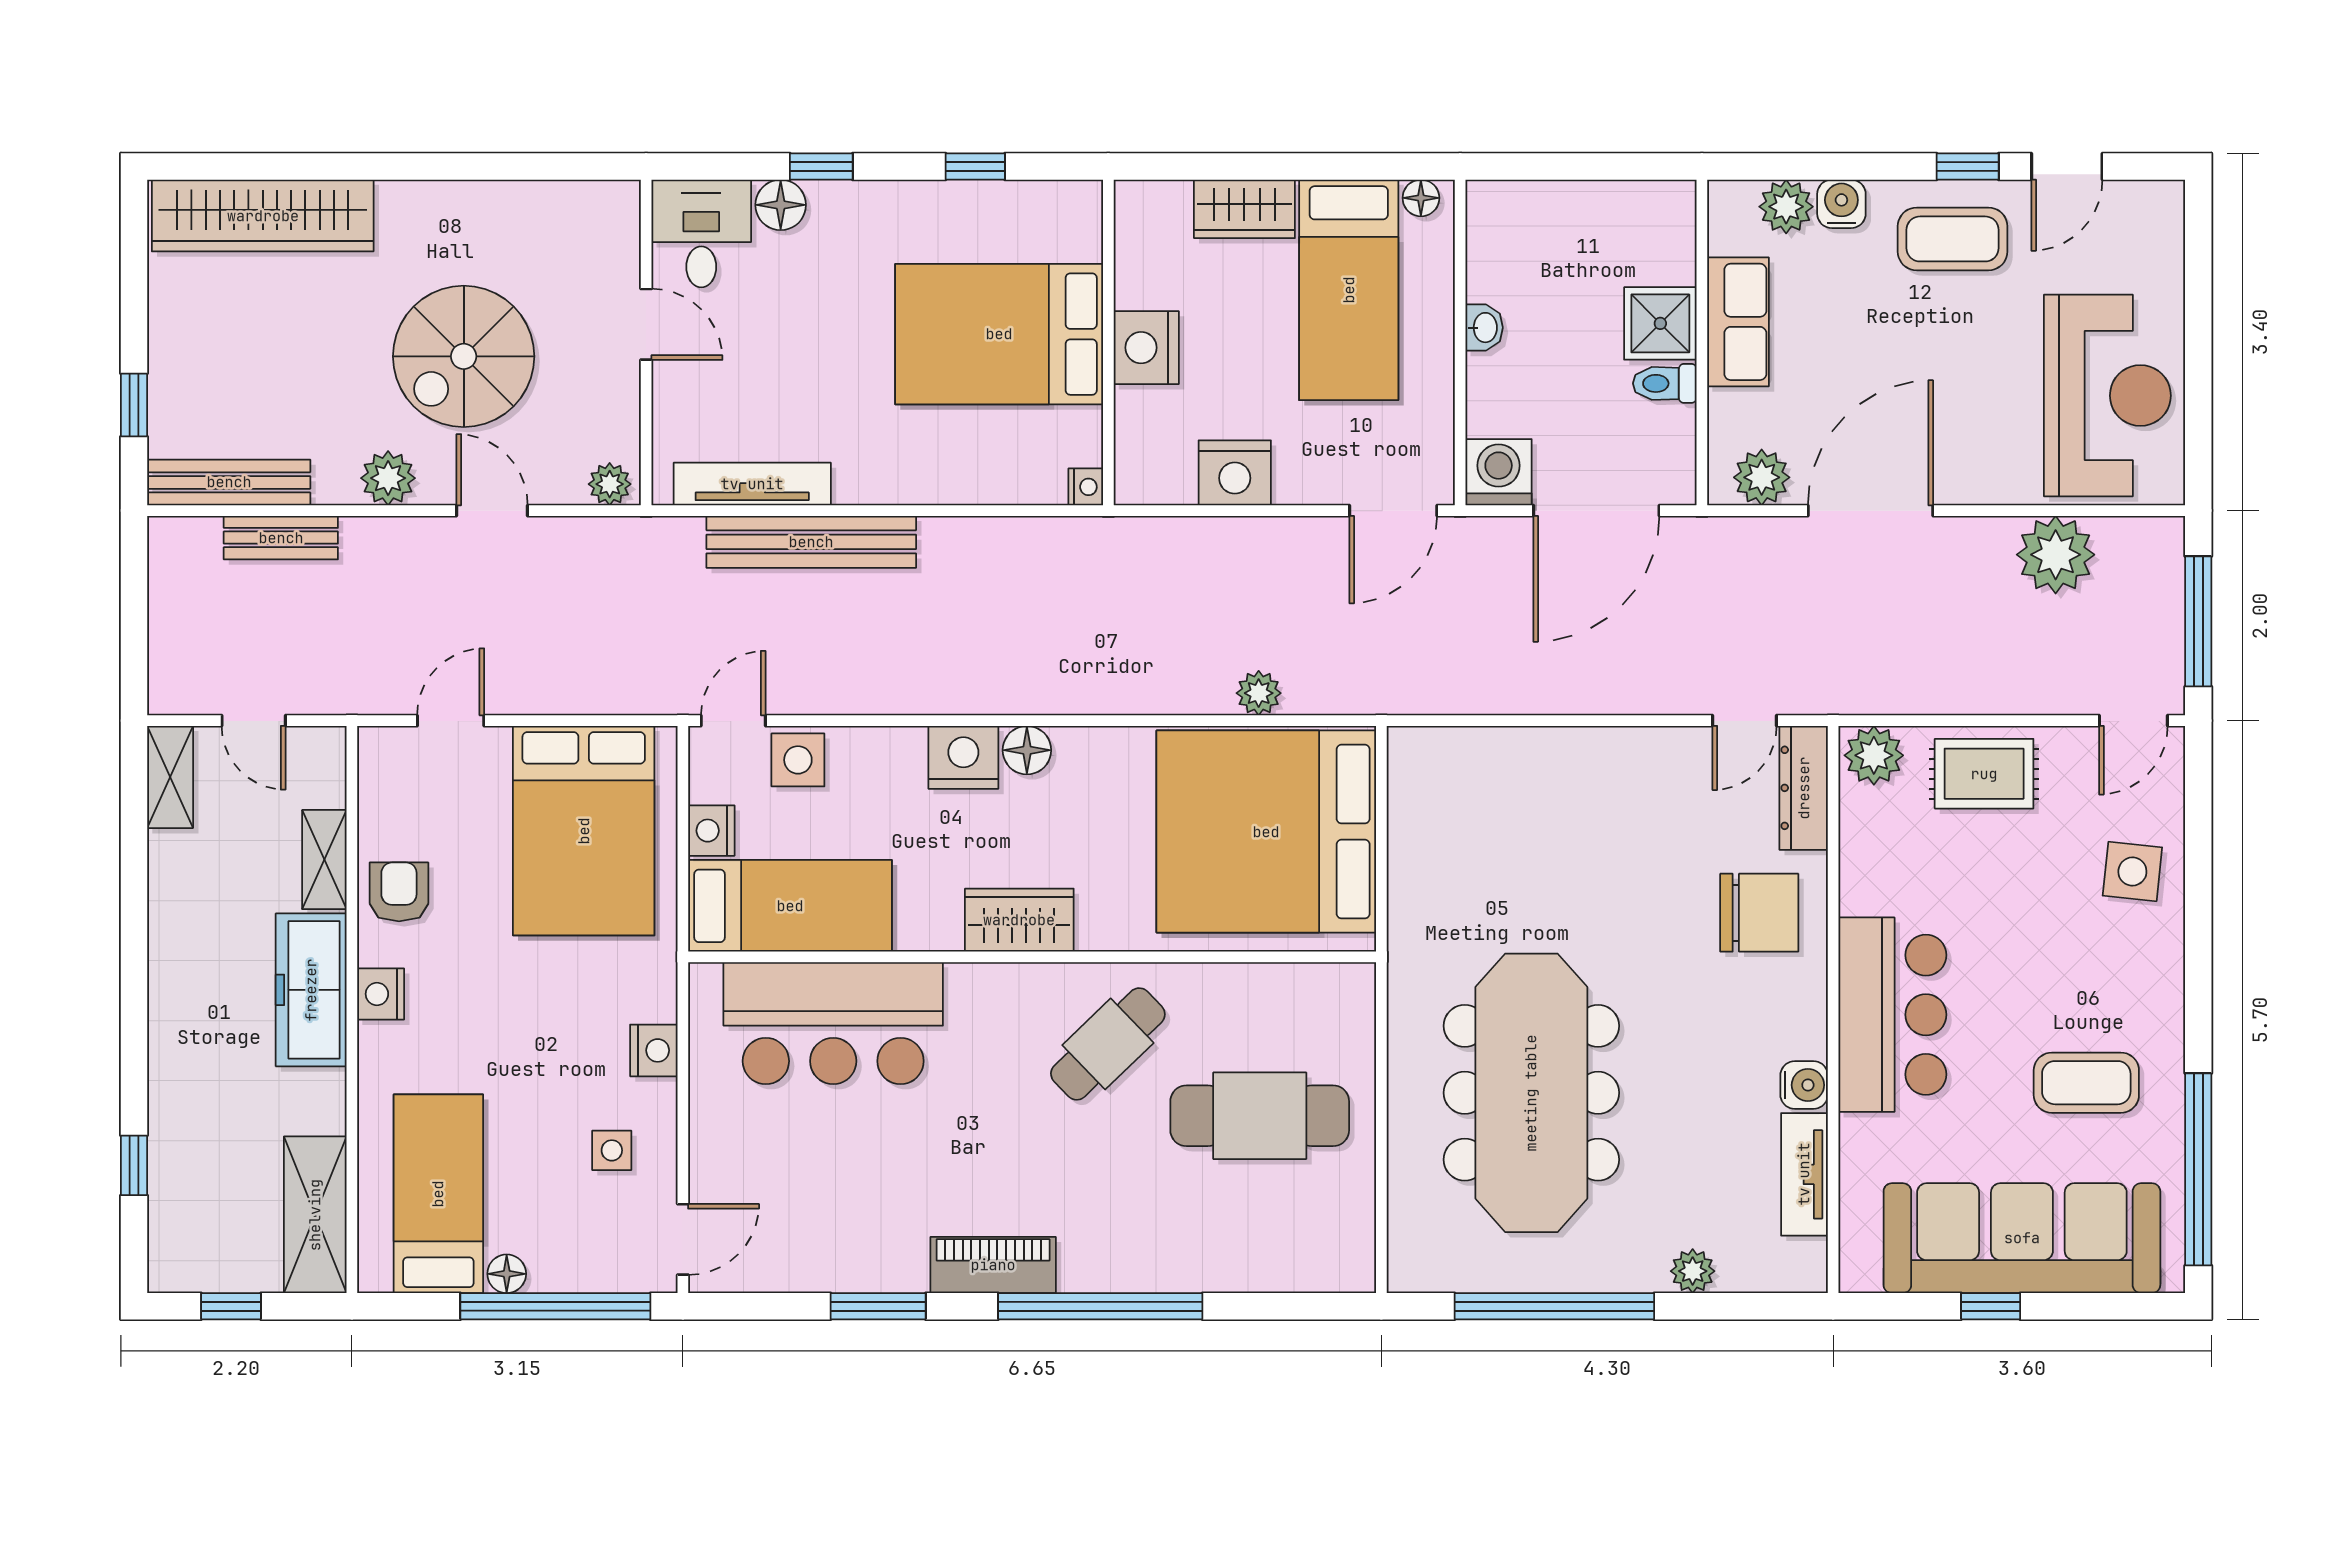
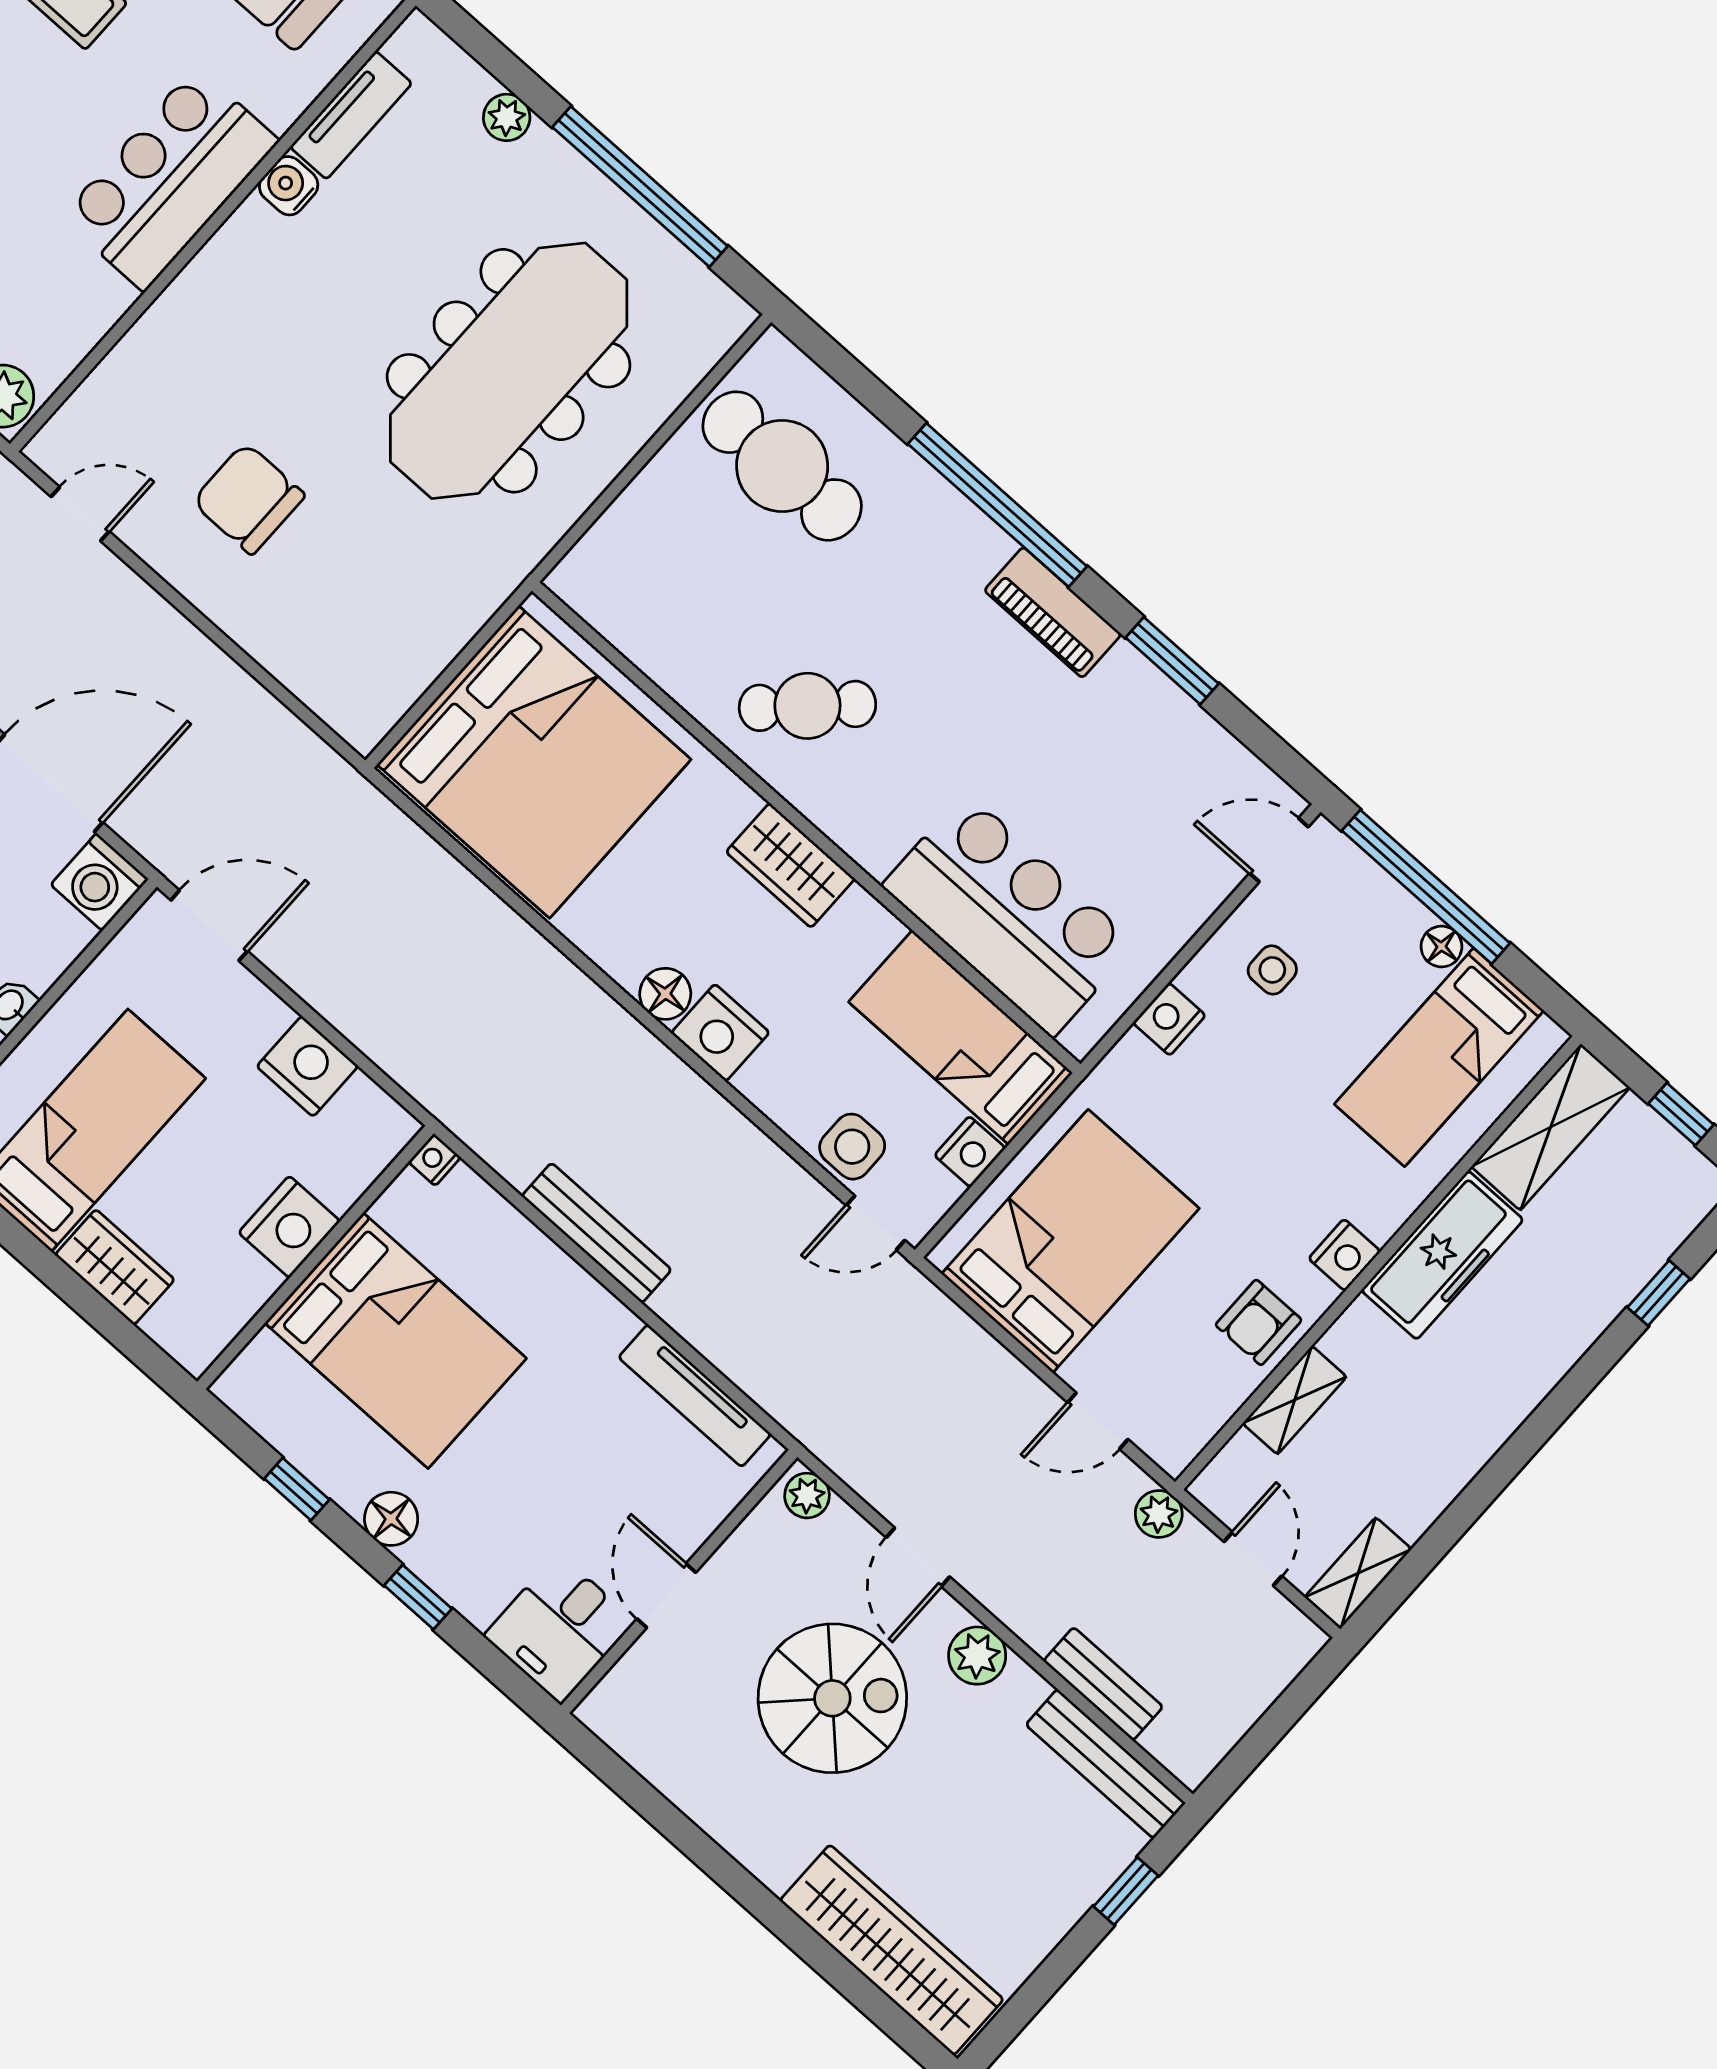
floor lamp: (781, 205) -> (391, 1519), moved
bench: (811, 542) -> (596, 1233), moved, width x0.73, depth x0.82
plant: (1259, 693) -> (1159, 1514), moved
dresser: (1804, 788) -> (81, 420), removed
chair: (1759, 913) -> (248, 499), moved
freezer: (311, 990) -> (1442, 1255), moved
cafe table: (1260, 1116) -> (782, 466), moved

